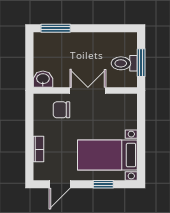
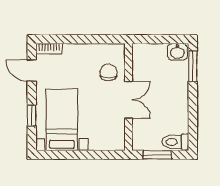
toilet: (124, 63) -> (175, 142), moved, turned -90
washbasin: (43, 79) -> (177, 52), moved, turned 90
bookcase: (38, 149) -> (49, 49), moved

